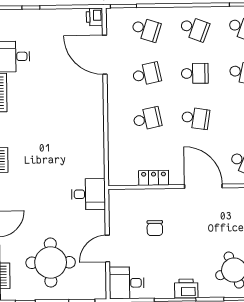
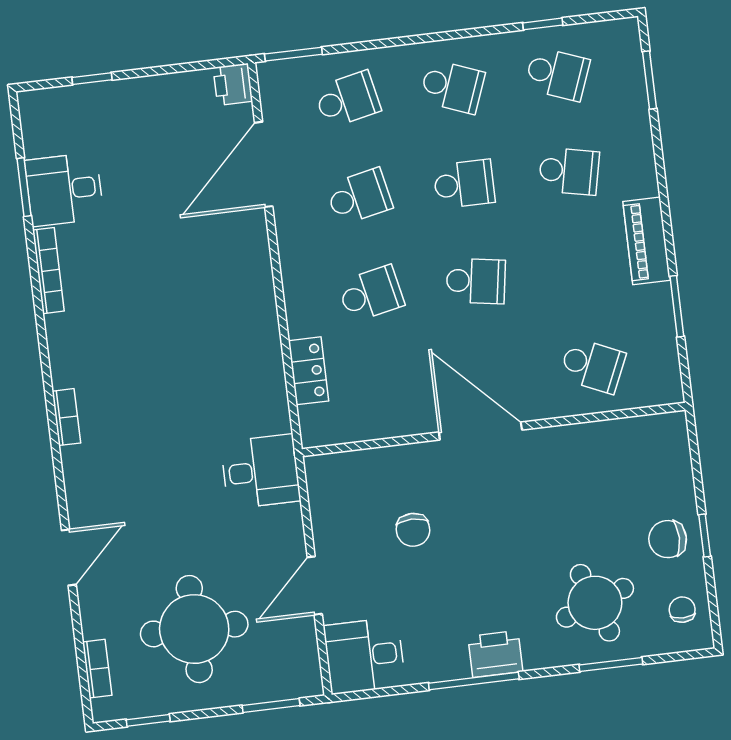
school desk: (146, 29) -> (347, 99), turned -30
door: (105, 55) -> (264, 164), hinge flipped
locker: (154, 178) -> (309, 371), moved, turned 90
door: (203, 186) -> (480, 431), moved

